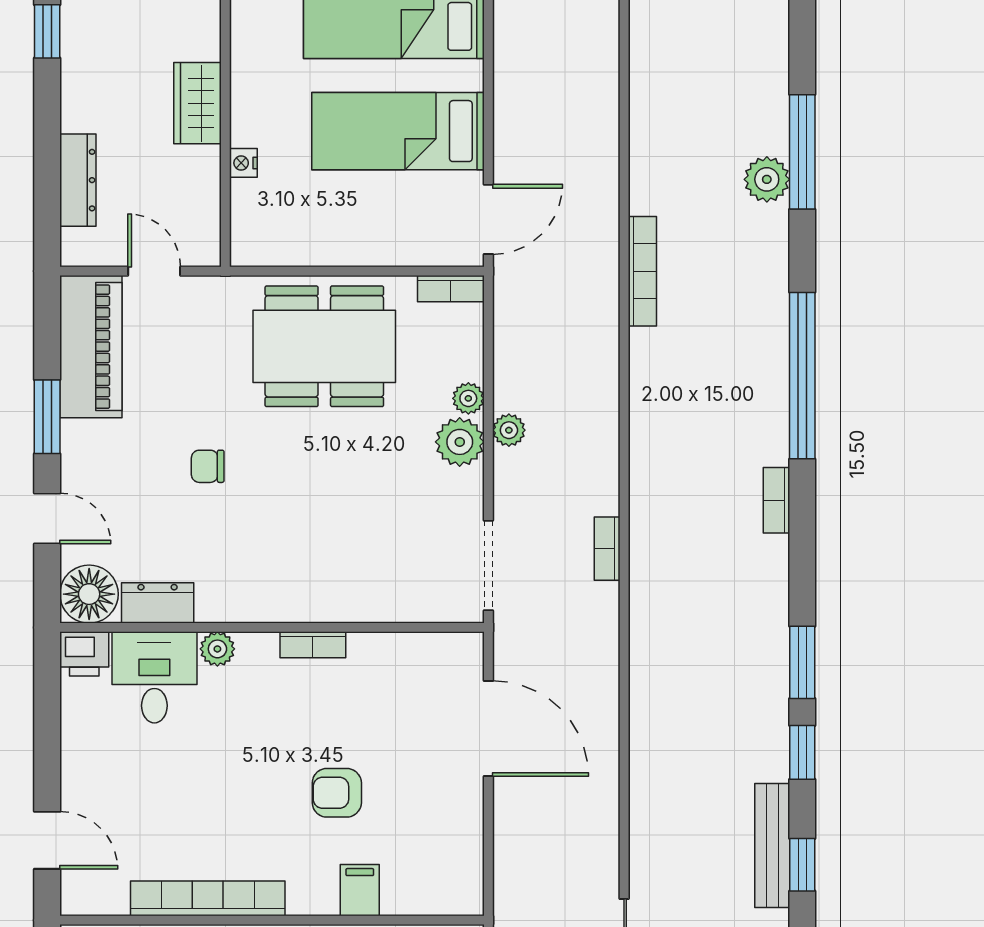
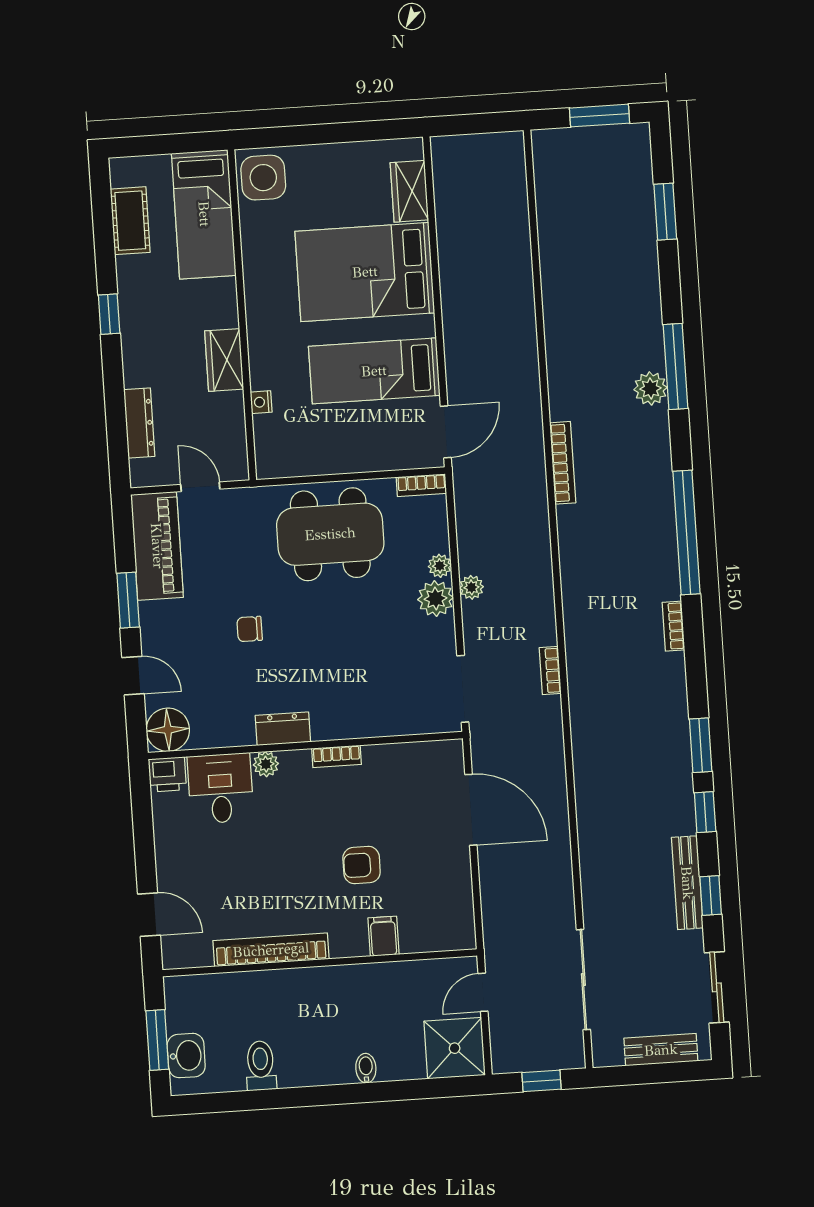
dresser: (158, 603) -> (283, 729), moved

